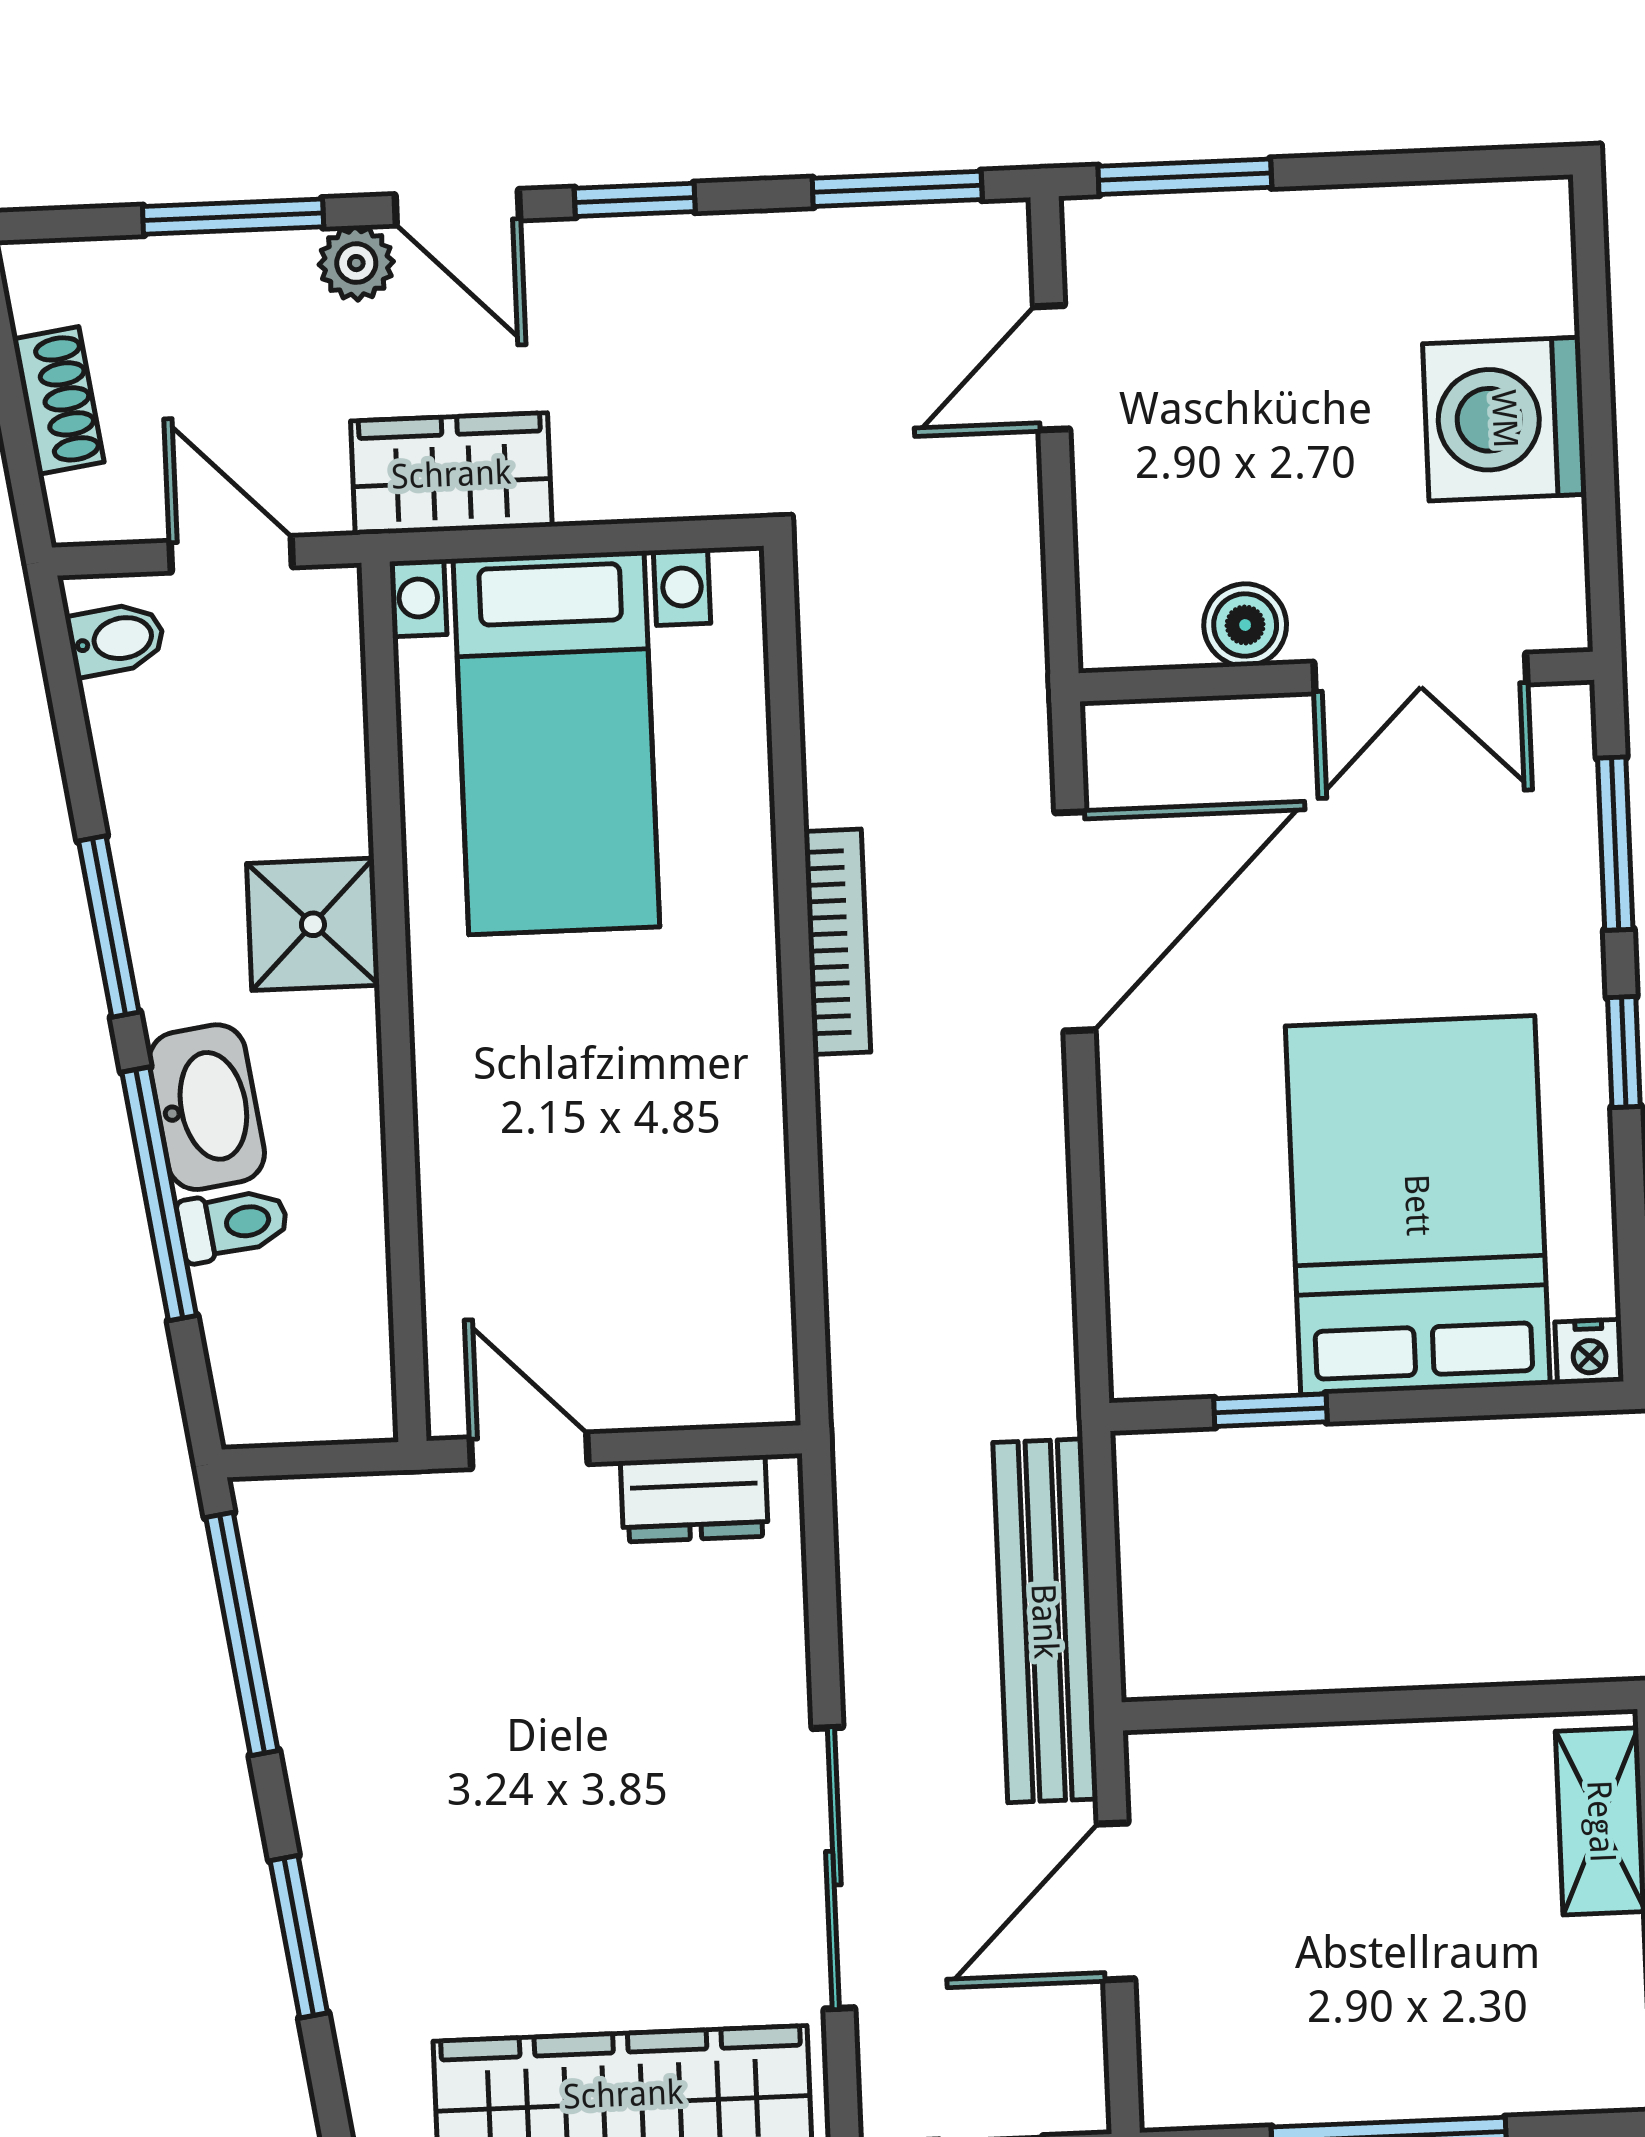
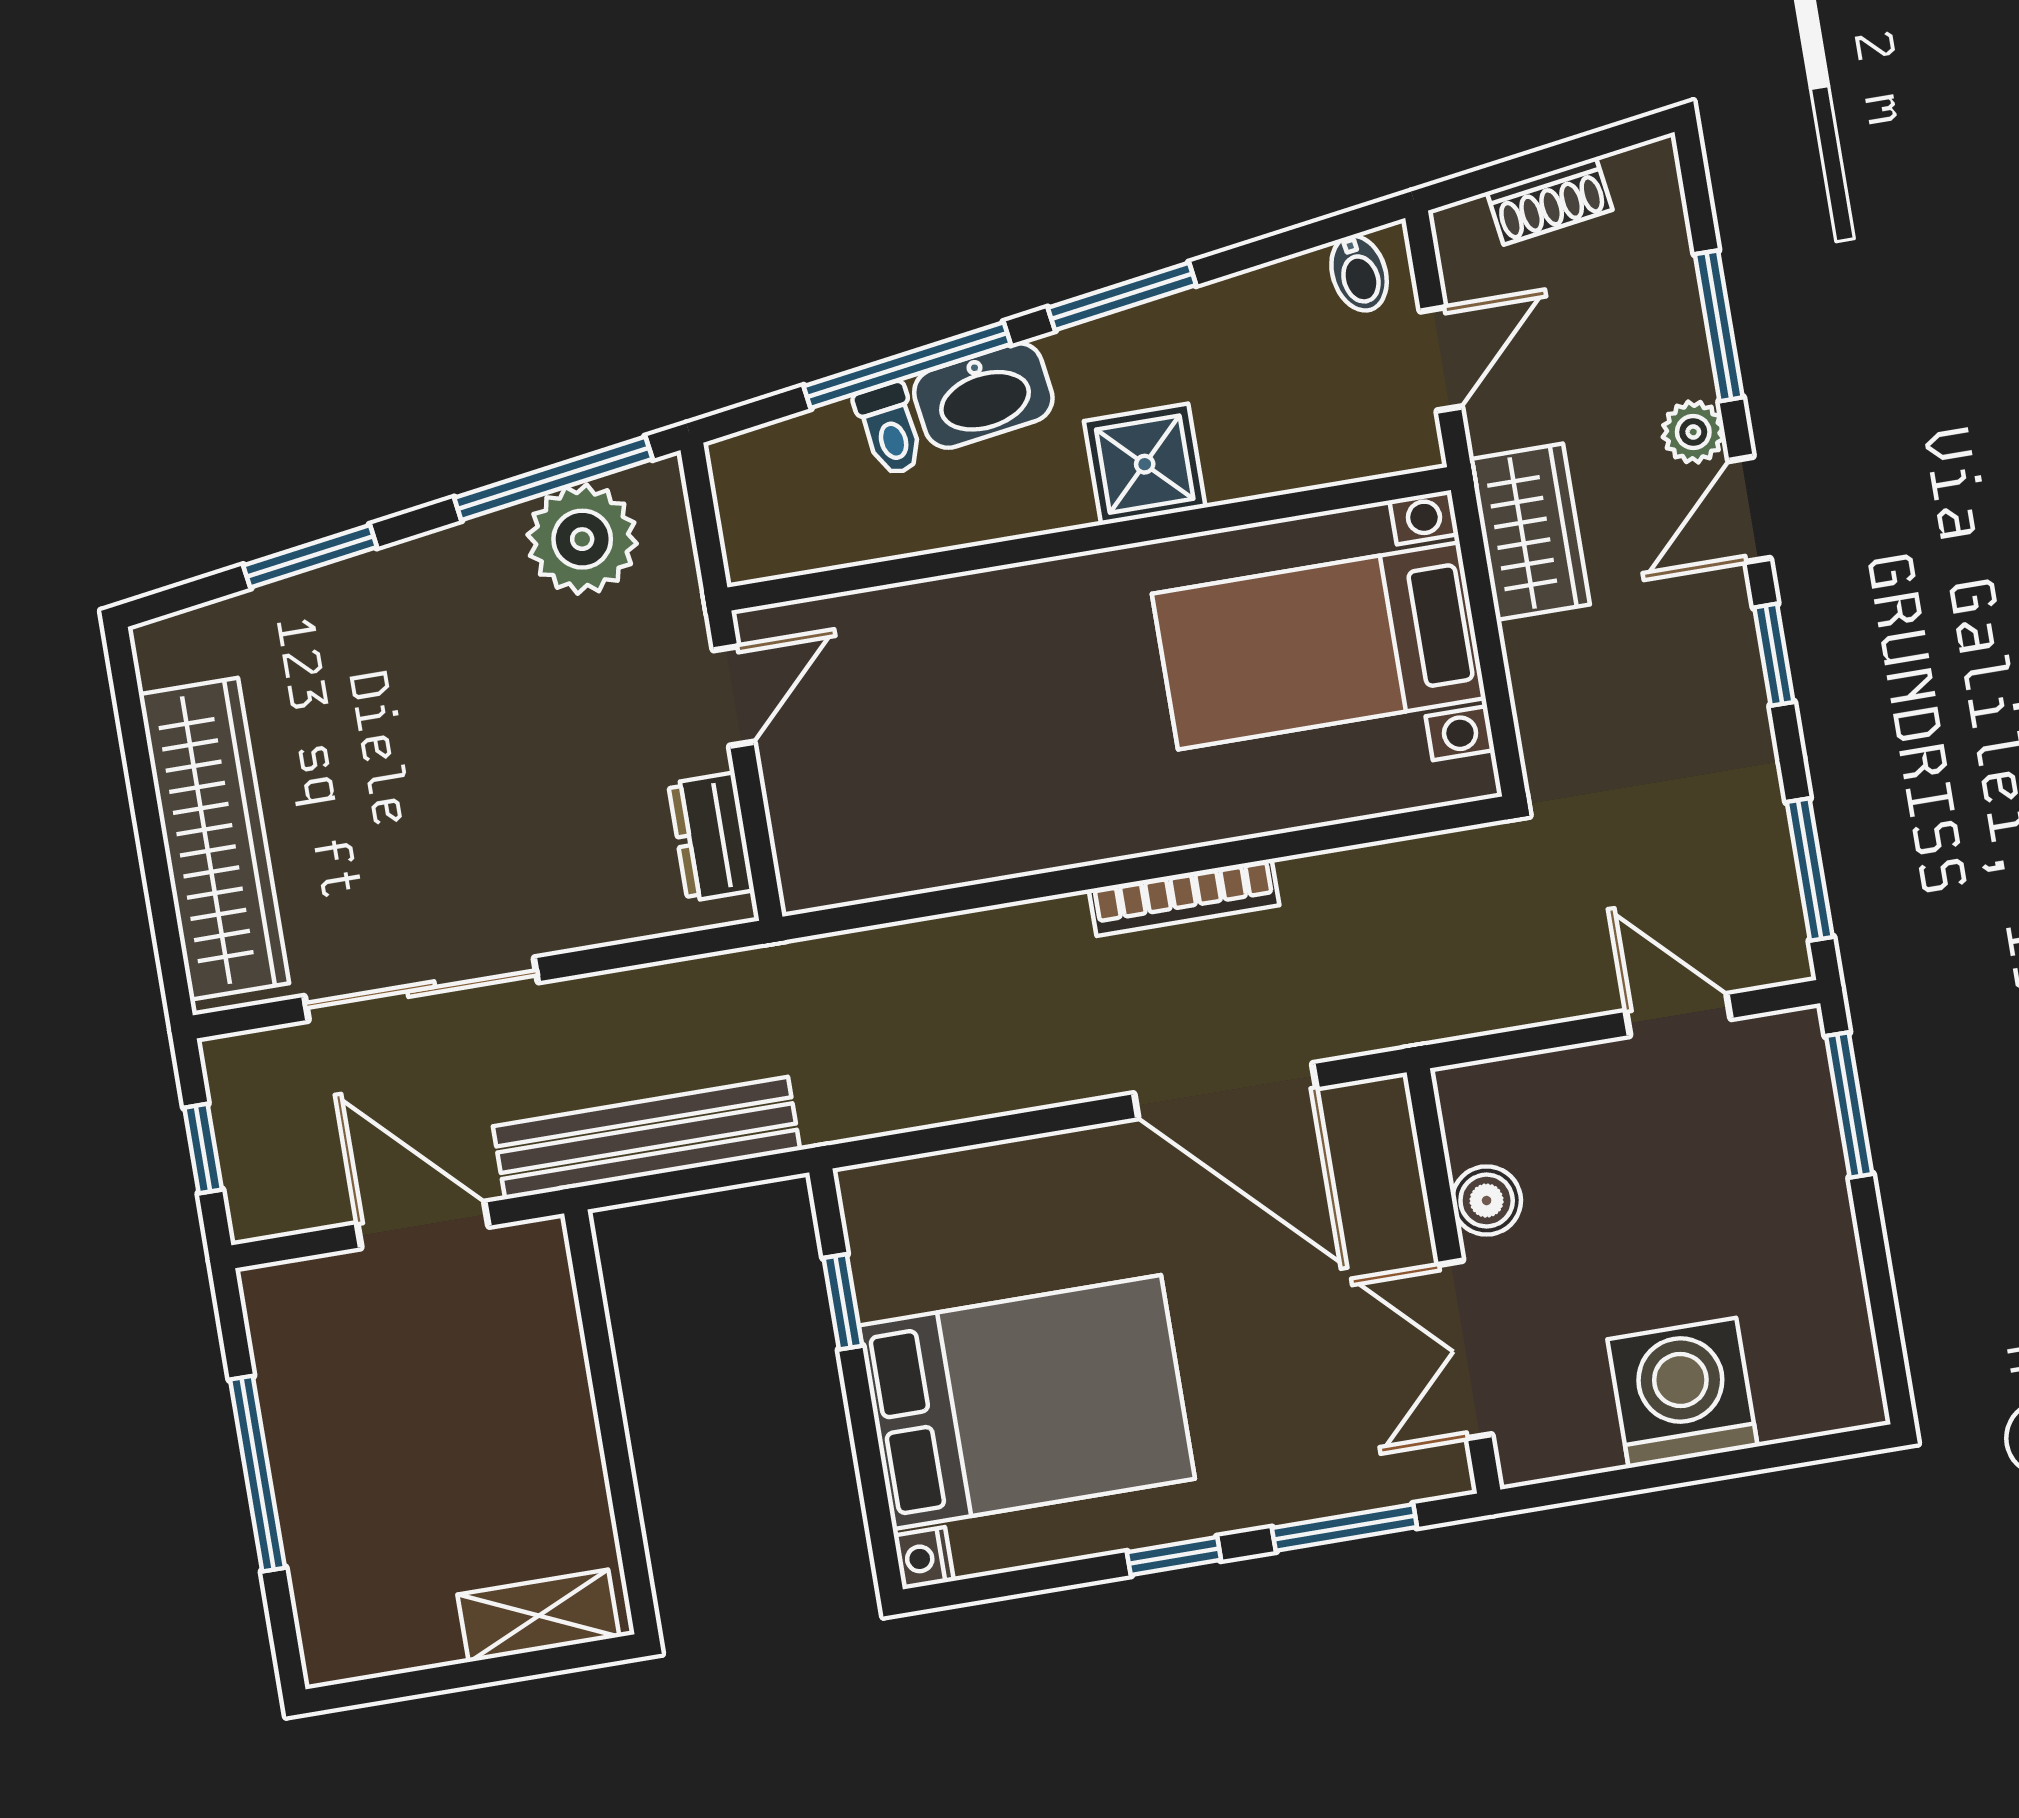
plant: (319, 1609) -> (582, 539), added

